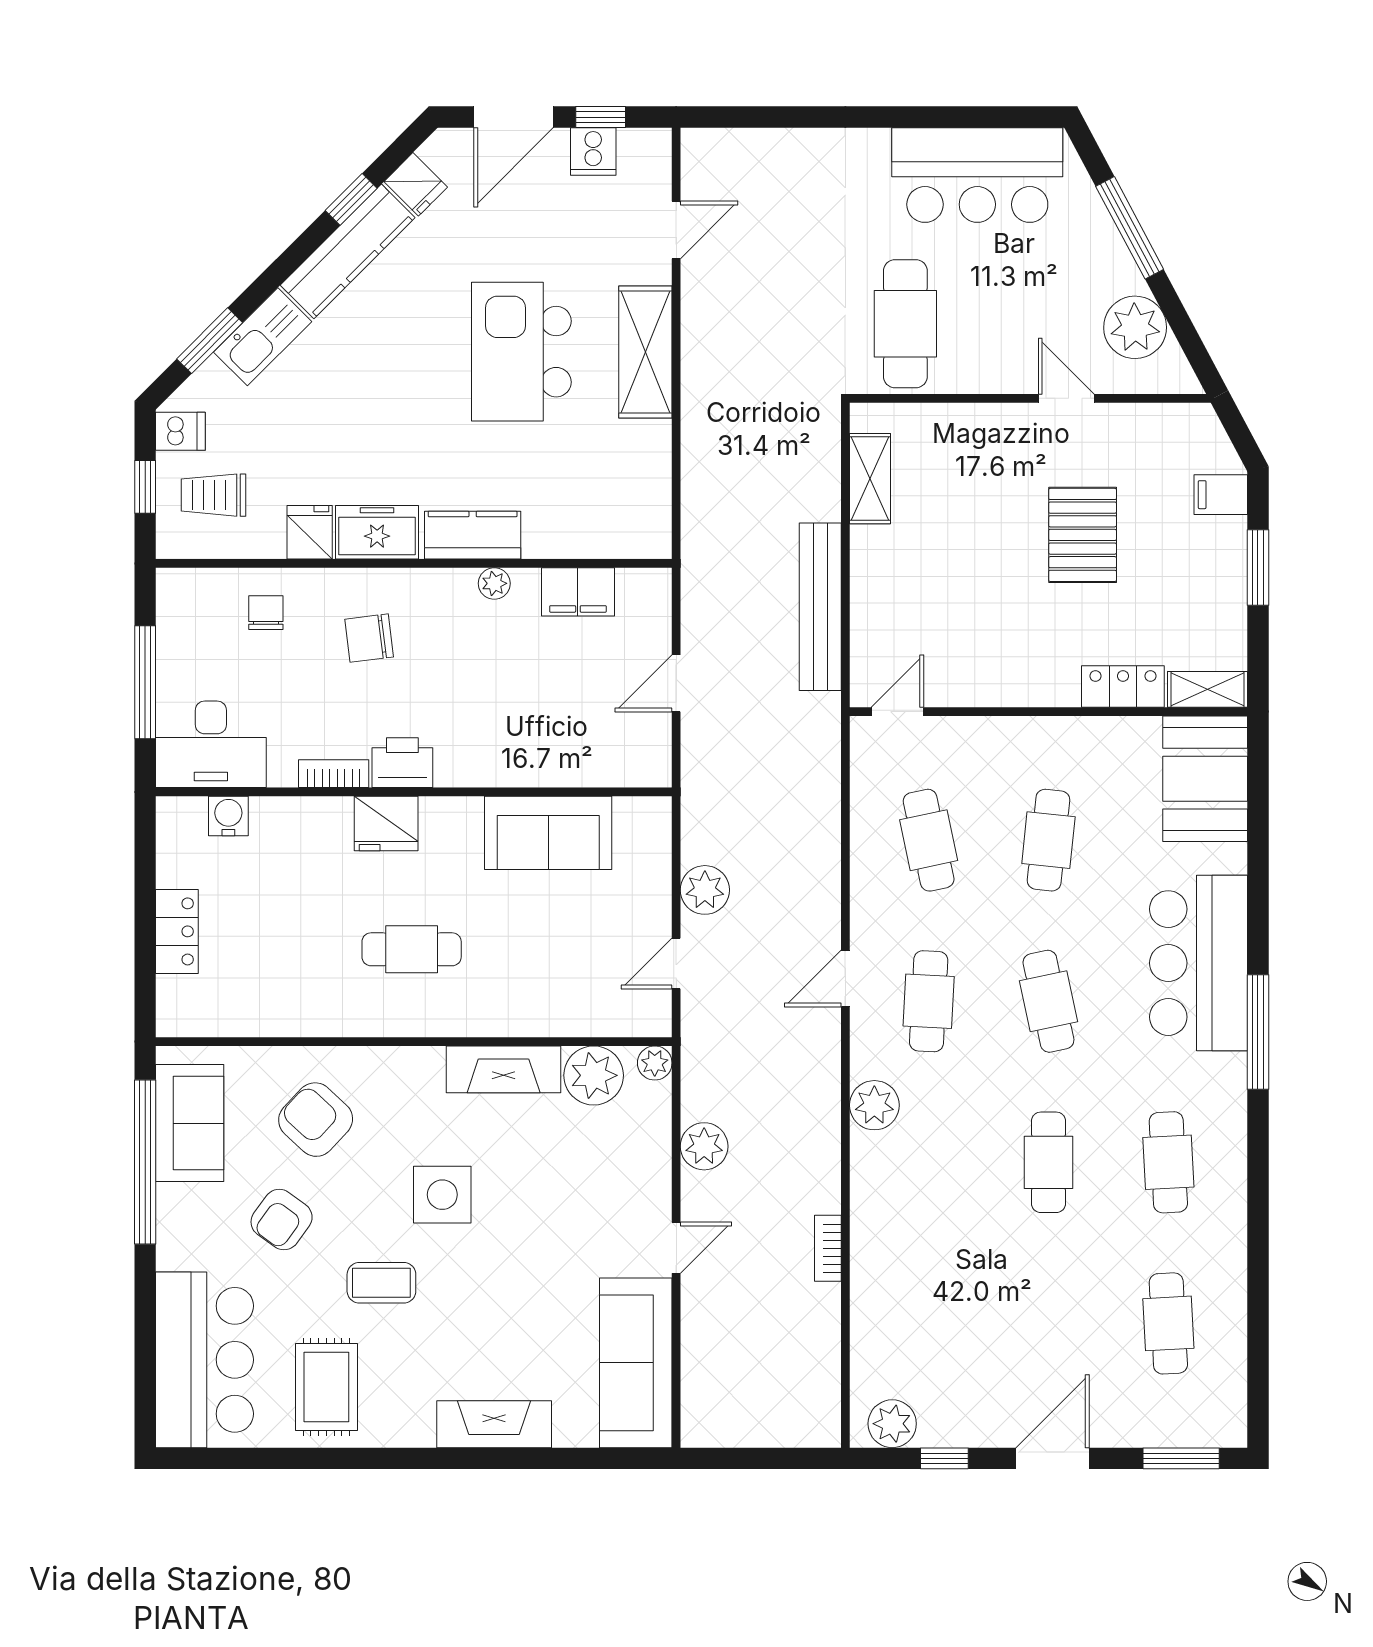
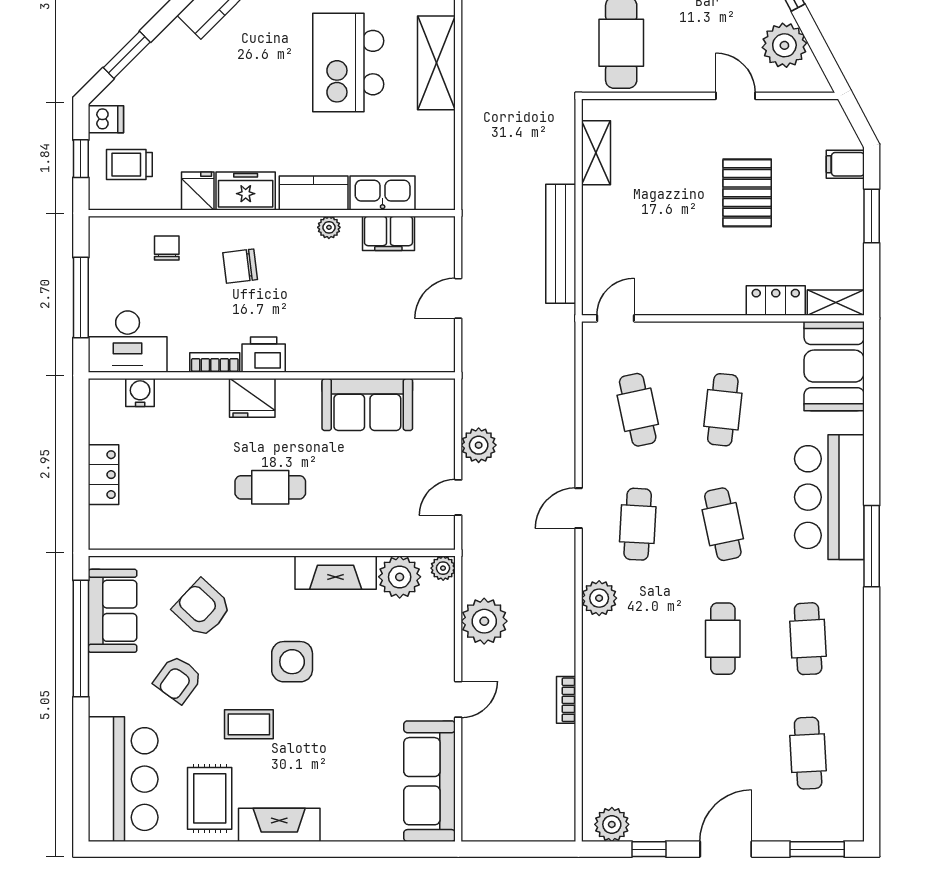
kitchen sink: (263, 337) -> (383, 193), moved, turned -135
plant: (704, 1146) -> (484, 621), width x1.36, depth x1.36
fireplace: (494, 1424) -> (279, 825), moved

